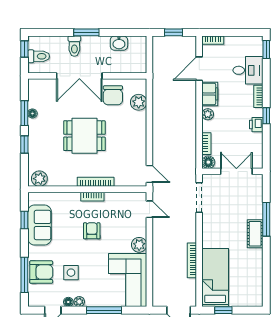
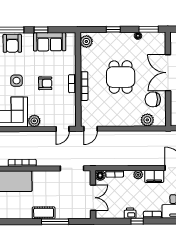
window: (24, 113) -> (149, 29), moved
window: (24, 220) -> (41, 30), moved
side table: (71, 273) -> (17, 81), moved

